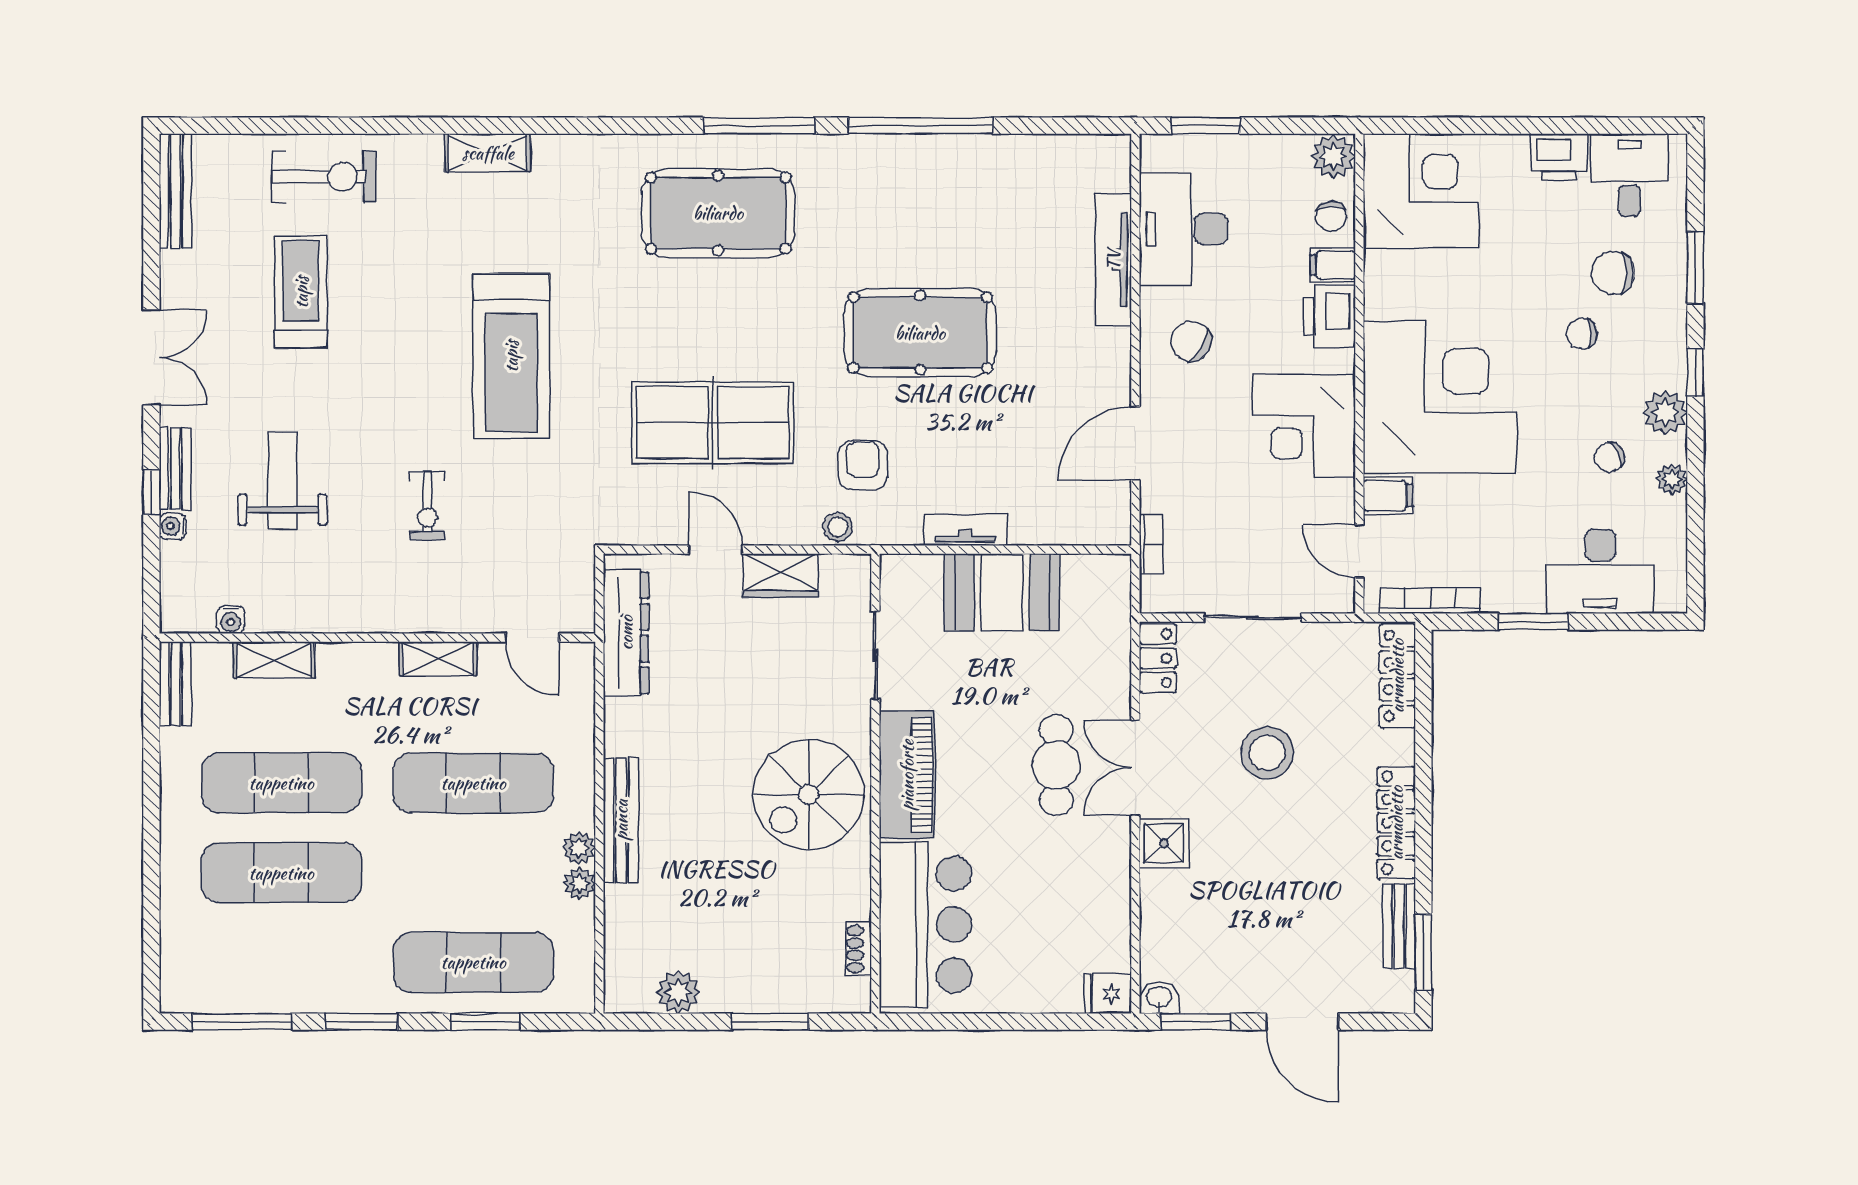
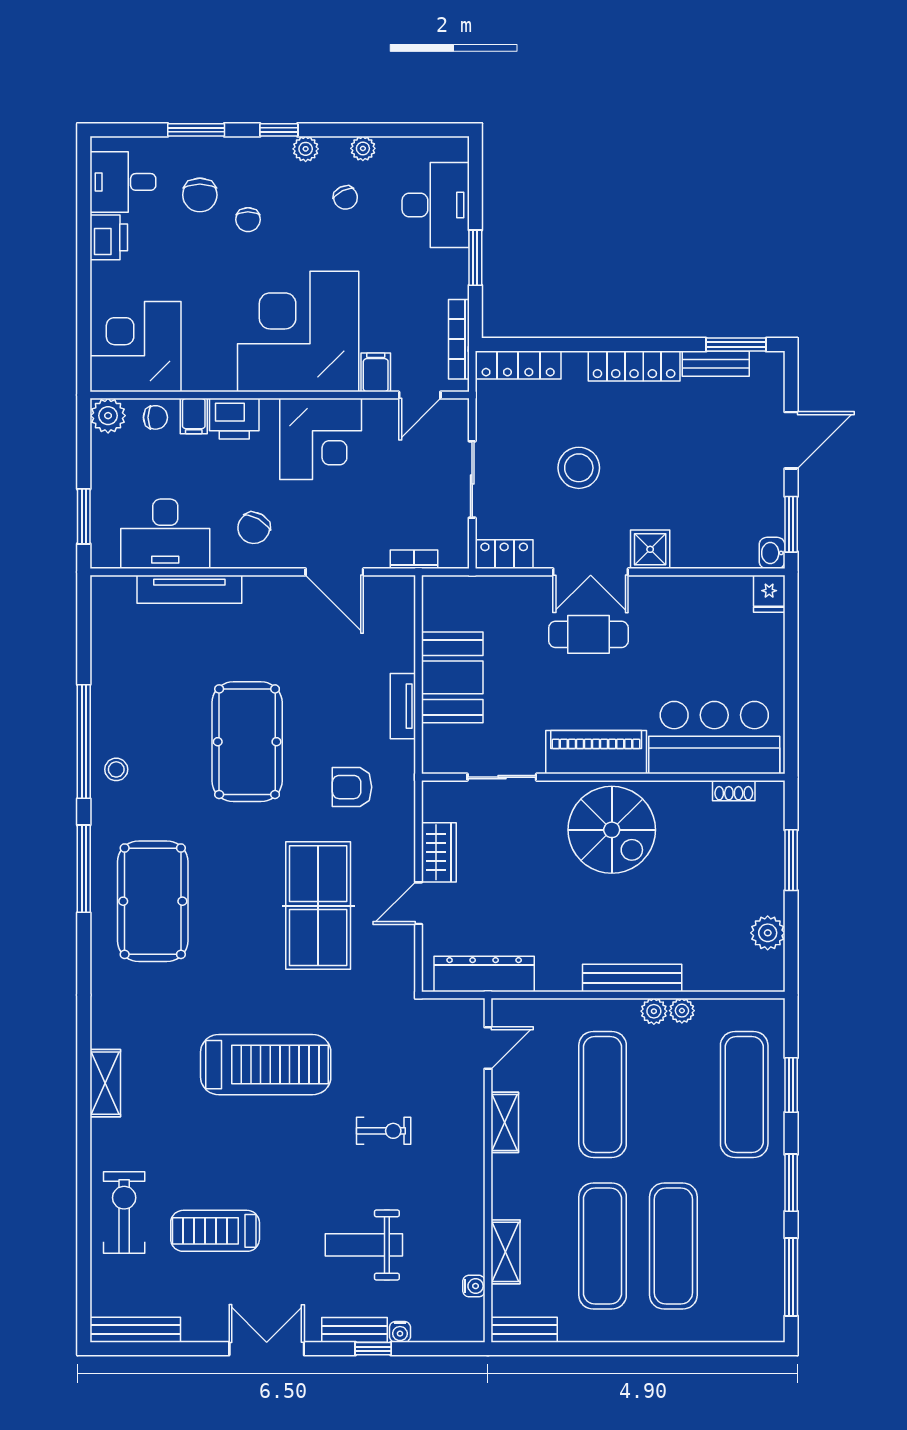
plant: (1665, 413) -> (306, 149), width x0.73, depth x0.73
stool: (838, 527) -> (116, 769), moved

